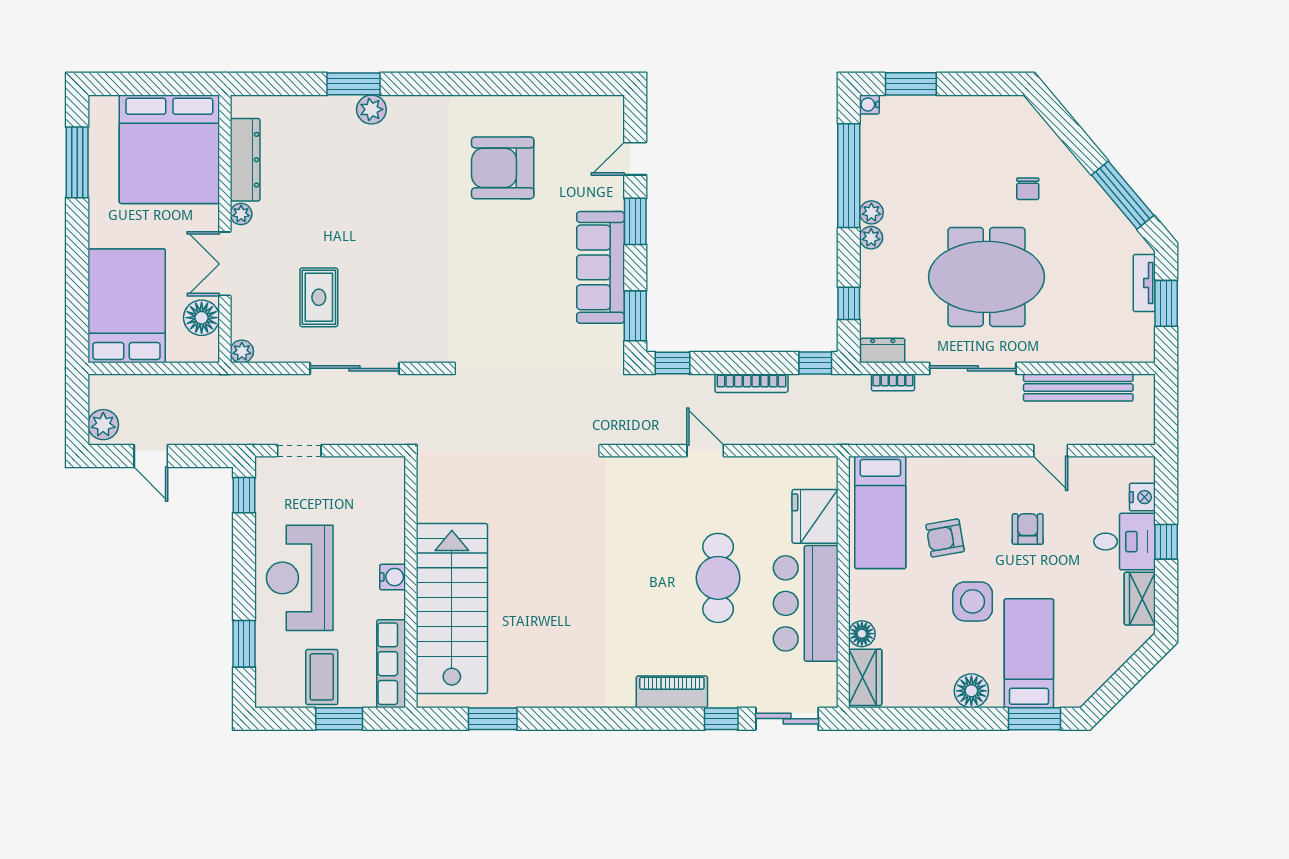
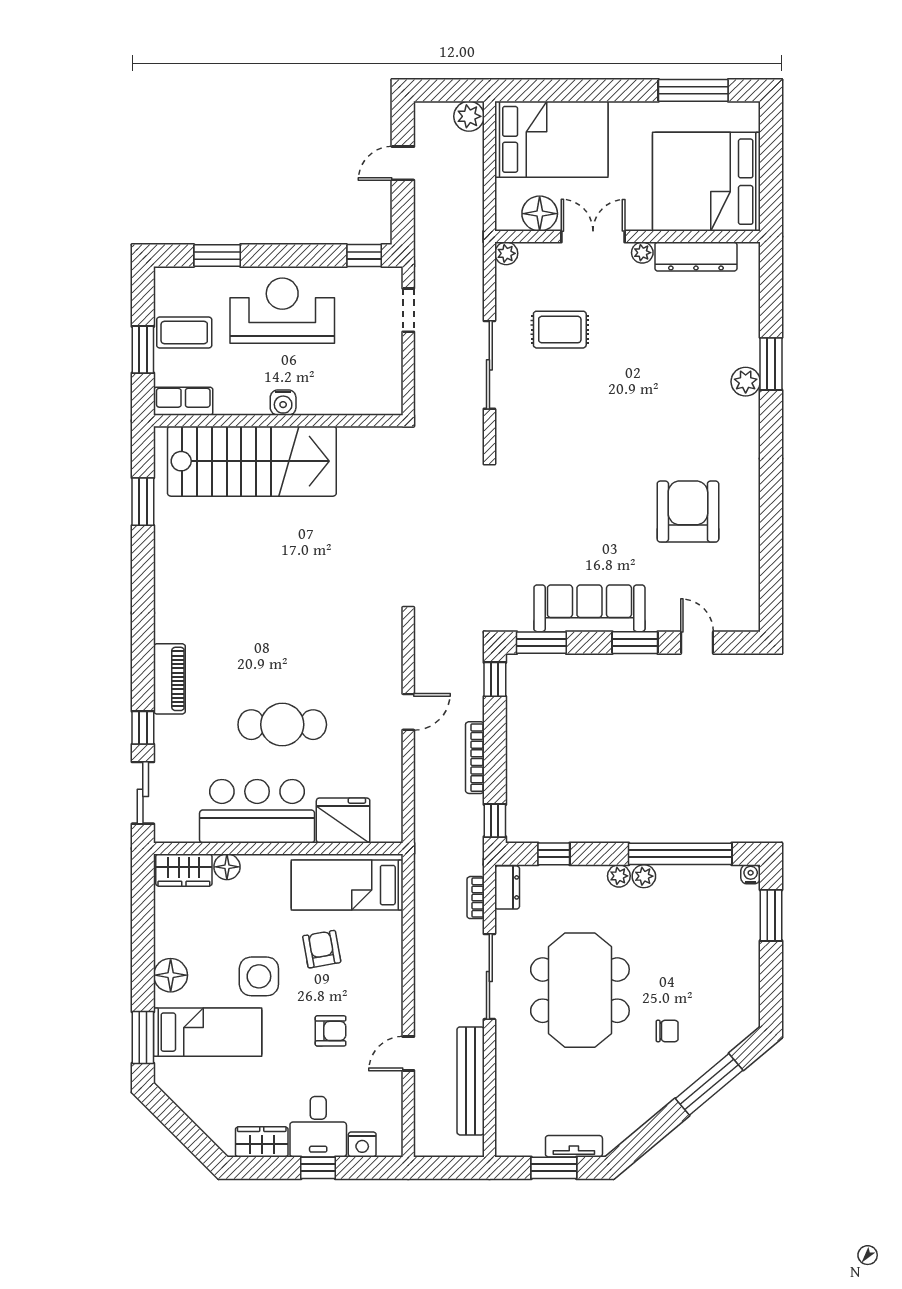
chair: (1028, 189) -> (667, 1031), turned 180
window: (1123, 195) -> (709, 1084), moved
plant: (103, 425) -> (469, 116), moved
row of seats: (391, 664) -> (183, 401), width x0.68

